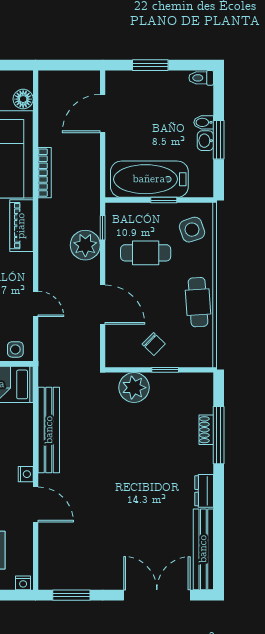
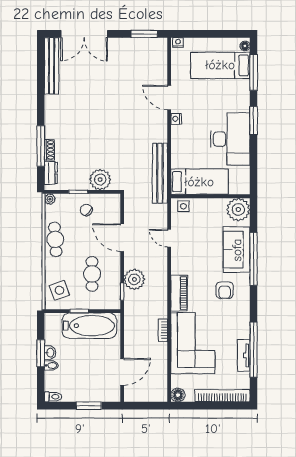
floor lamp: (23, 99) -> (178, 395), moved
bookcase: (45, 173) -> (163, 330), width x0.64
cafe table: (146, 253) -> (92, 274), turned 90
plant: (206, 360) -> (50, 199), added
bench: (49, 430) -> (160, 173), moved
dresser: (204, 491) -> (51, 173), moved

